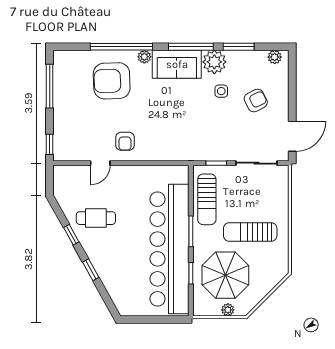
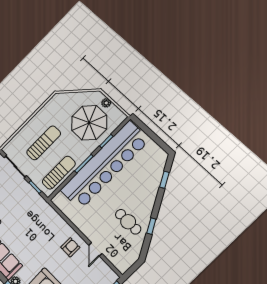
door: (100, 163) -> (95, 249), swing flipped
sun lounger: (250, 232) -> (44, 143), moved, turned -90
window: (91, 270) -> (164, 180), moved

